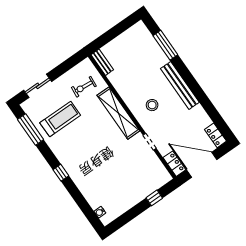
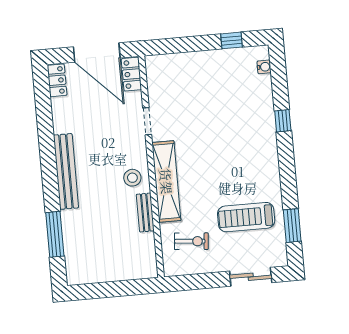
bench: (102, 62) -> (145, 213), moved
stool: (152, 105) -> (132, 178), moved
window: (31, 129) -> (292, 226), width x0.69
window: (61, 173) -> (283, 121), moved
window: (154, 198) -> (231, 40), moved

